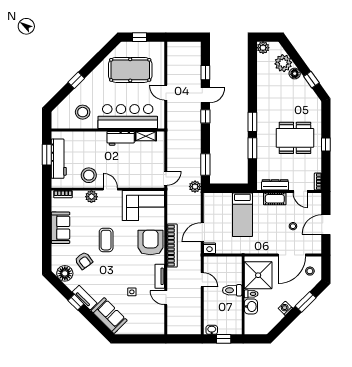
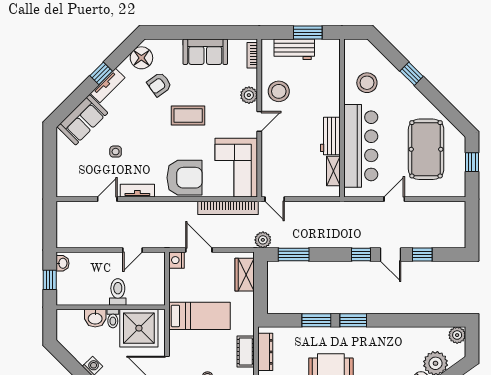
workbench: (59, 159) -> (294, 49), width x0.73
wardrobe: (220, 200) -> (245, 275), added
bed: (242, 215) -> (200, 316), moved, turned 180
bookcase: (172, 246) -> (228, 208), moved

